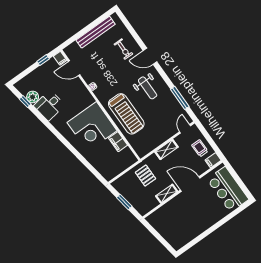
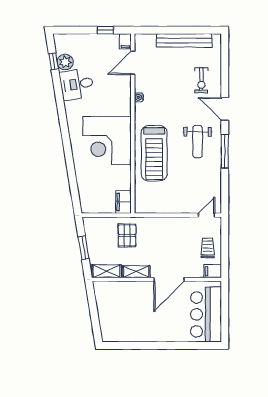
door: (74, 68) -> (133, 63), hinge flipped
window: (180, 98) -> (225, 151), moved
filing cabinet: (118, 142) -> (123, 202), moved
shelving: (166, 149) -> (107, 271), moved
door: (190, 184) -> (169, 279), swing flipped

